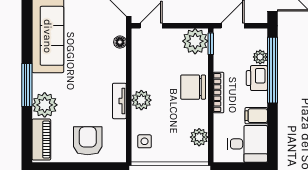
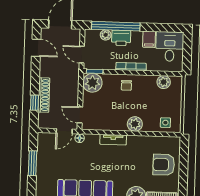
floor lamp: (120, 42) -> (80, 138), moved
chair: (193, 87) -> (126, 85), width x0.54, depth x0.54
tv unit: (119, 101) -> (113, 140), moved

